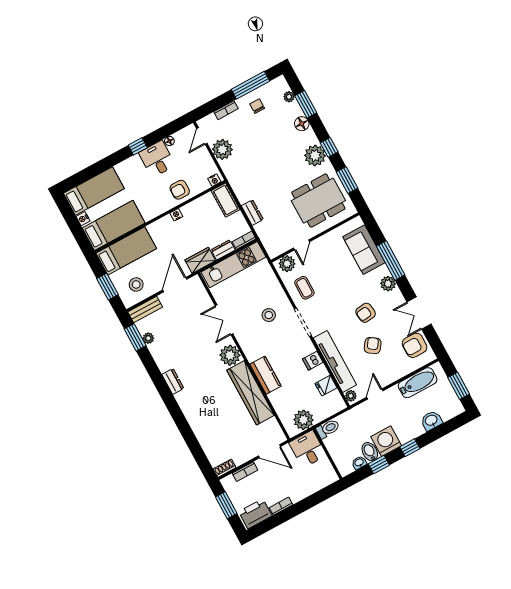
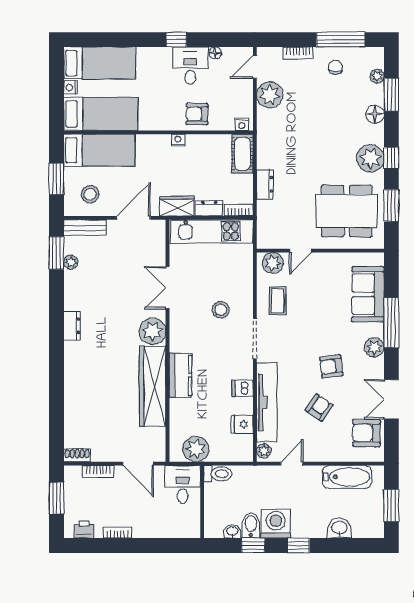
printer: (255, 514) -> (84, 530), width x0.53, depth x0.68

